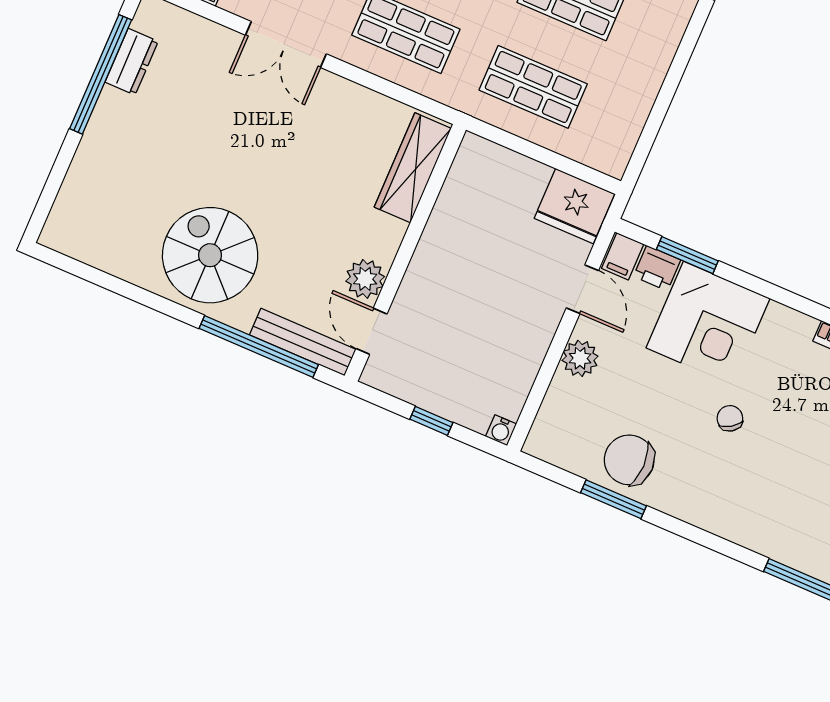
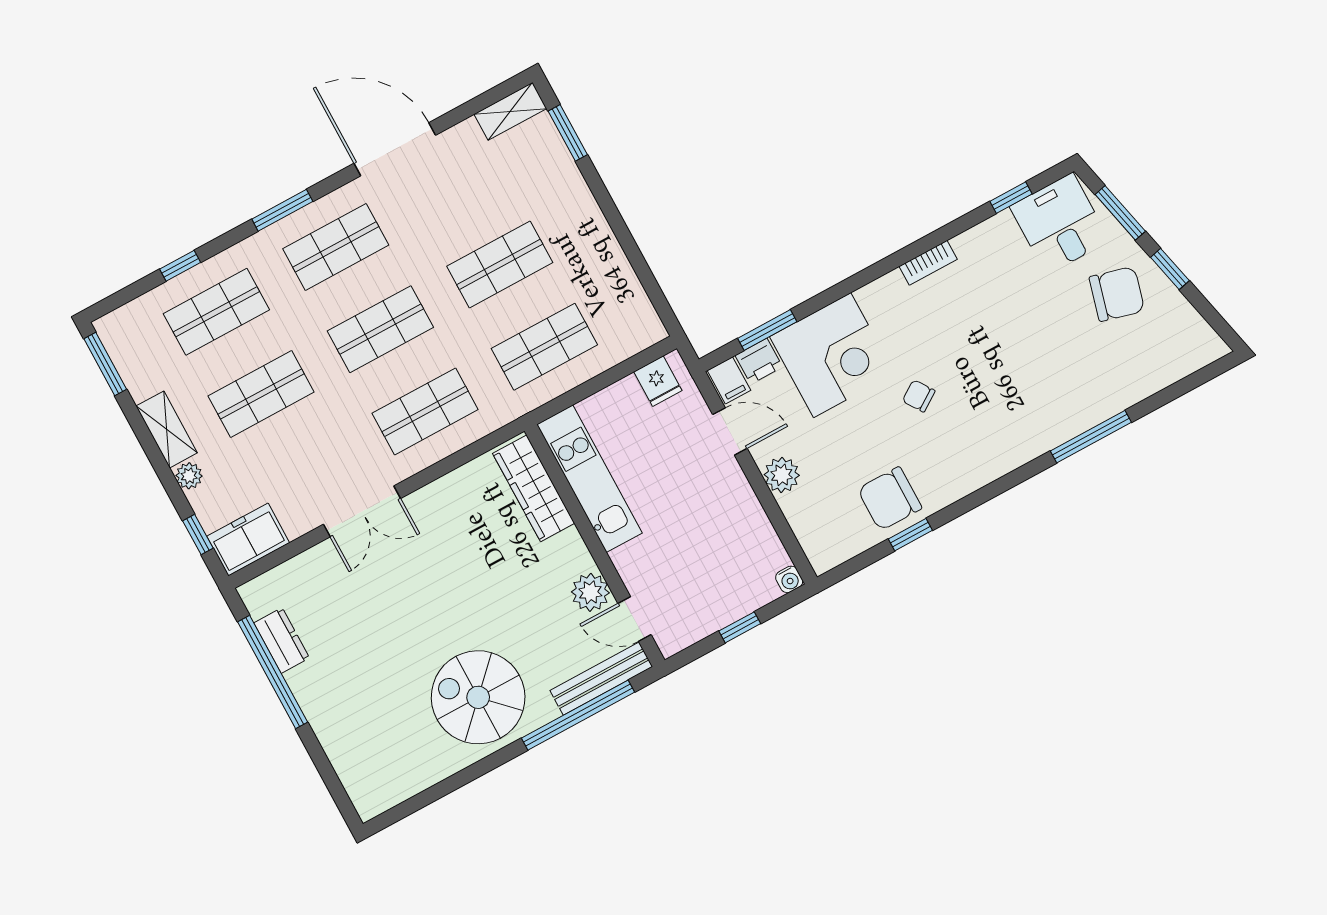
kitchen unit: (456, 206) -> (589, 479), added
fridge: (574, 206) -> (658, 381), width x0.53, depth x0.75
window: (613, 499) -> (910, 535), width x0.67

